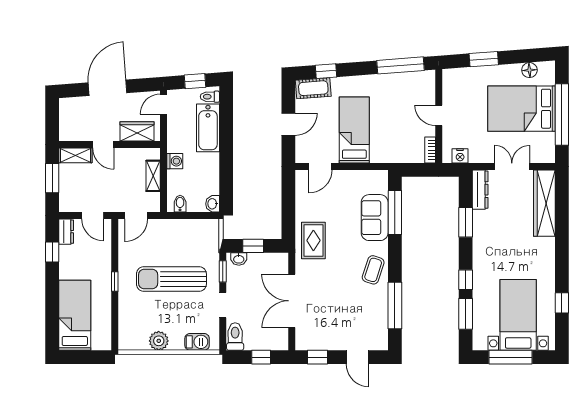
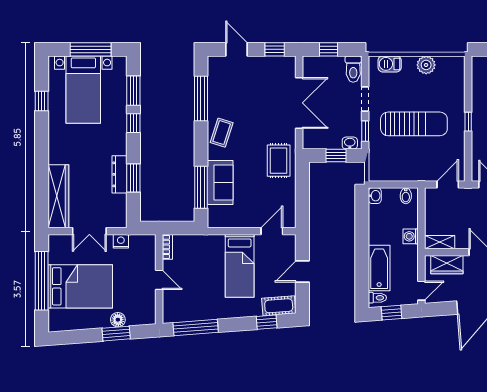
floor lamp: (529, 70) -> (118, 320), moved
nightstand: (460, 156) -> (121, 241), moved
shelving: (153, 176) -> (440, 242), moved, turned 90
dresser: (480, 190) -> (120, 174), moved

